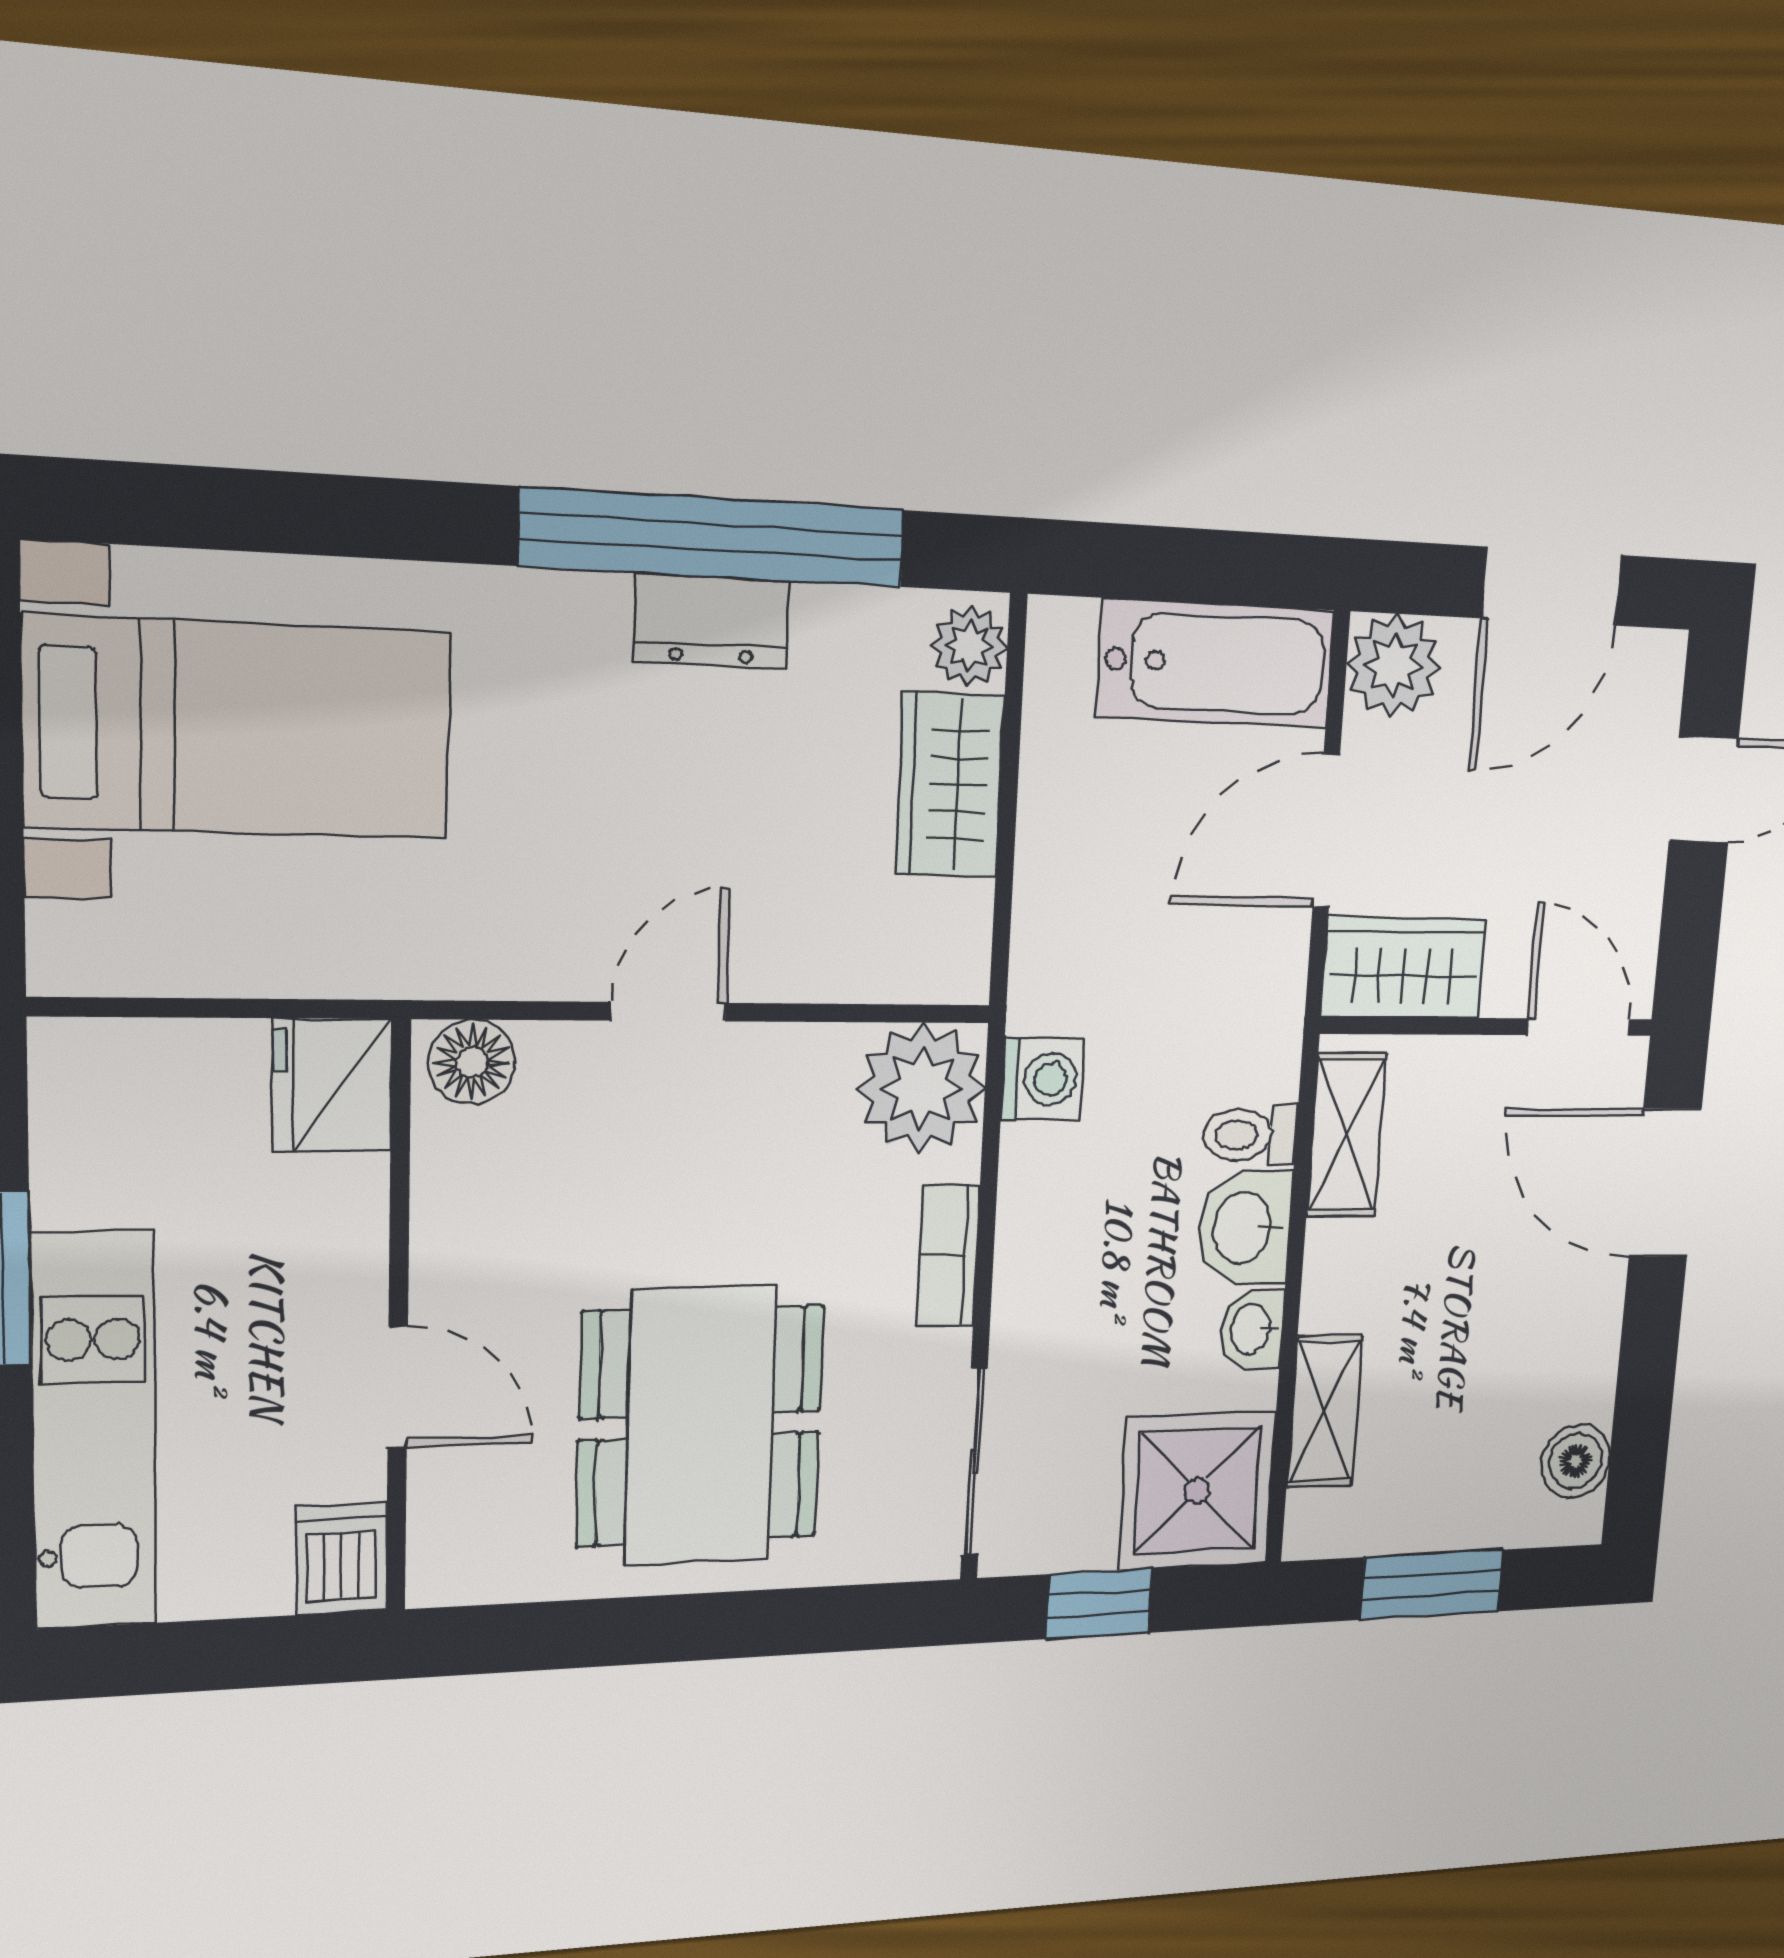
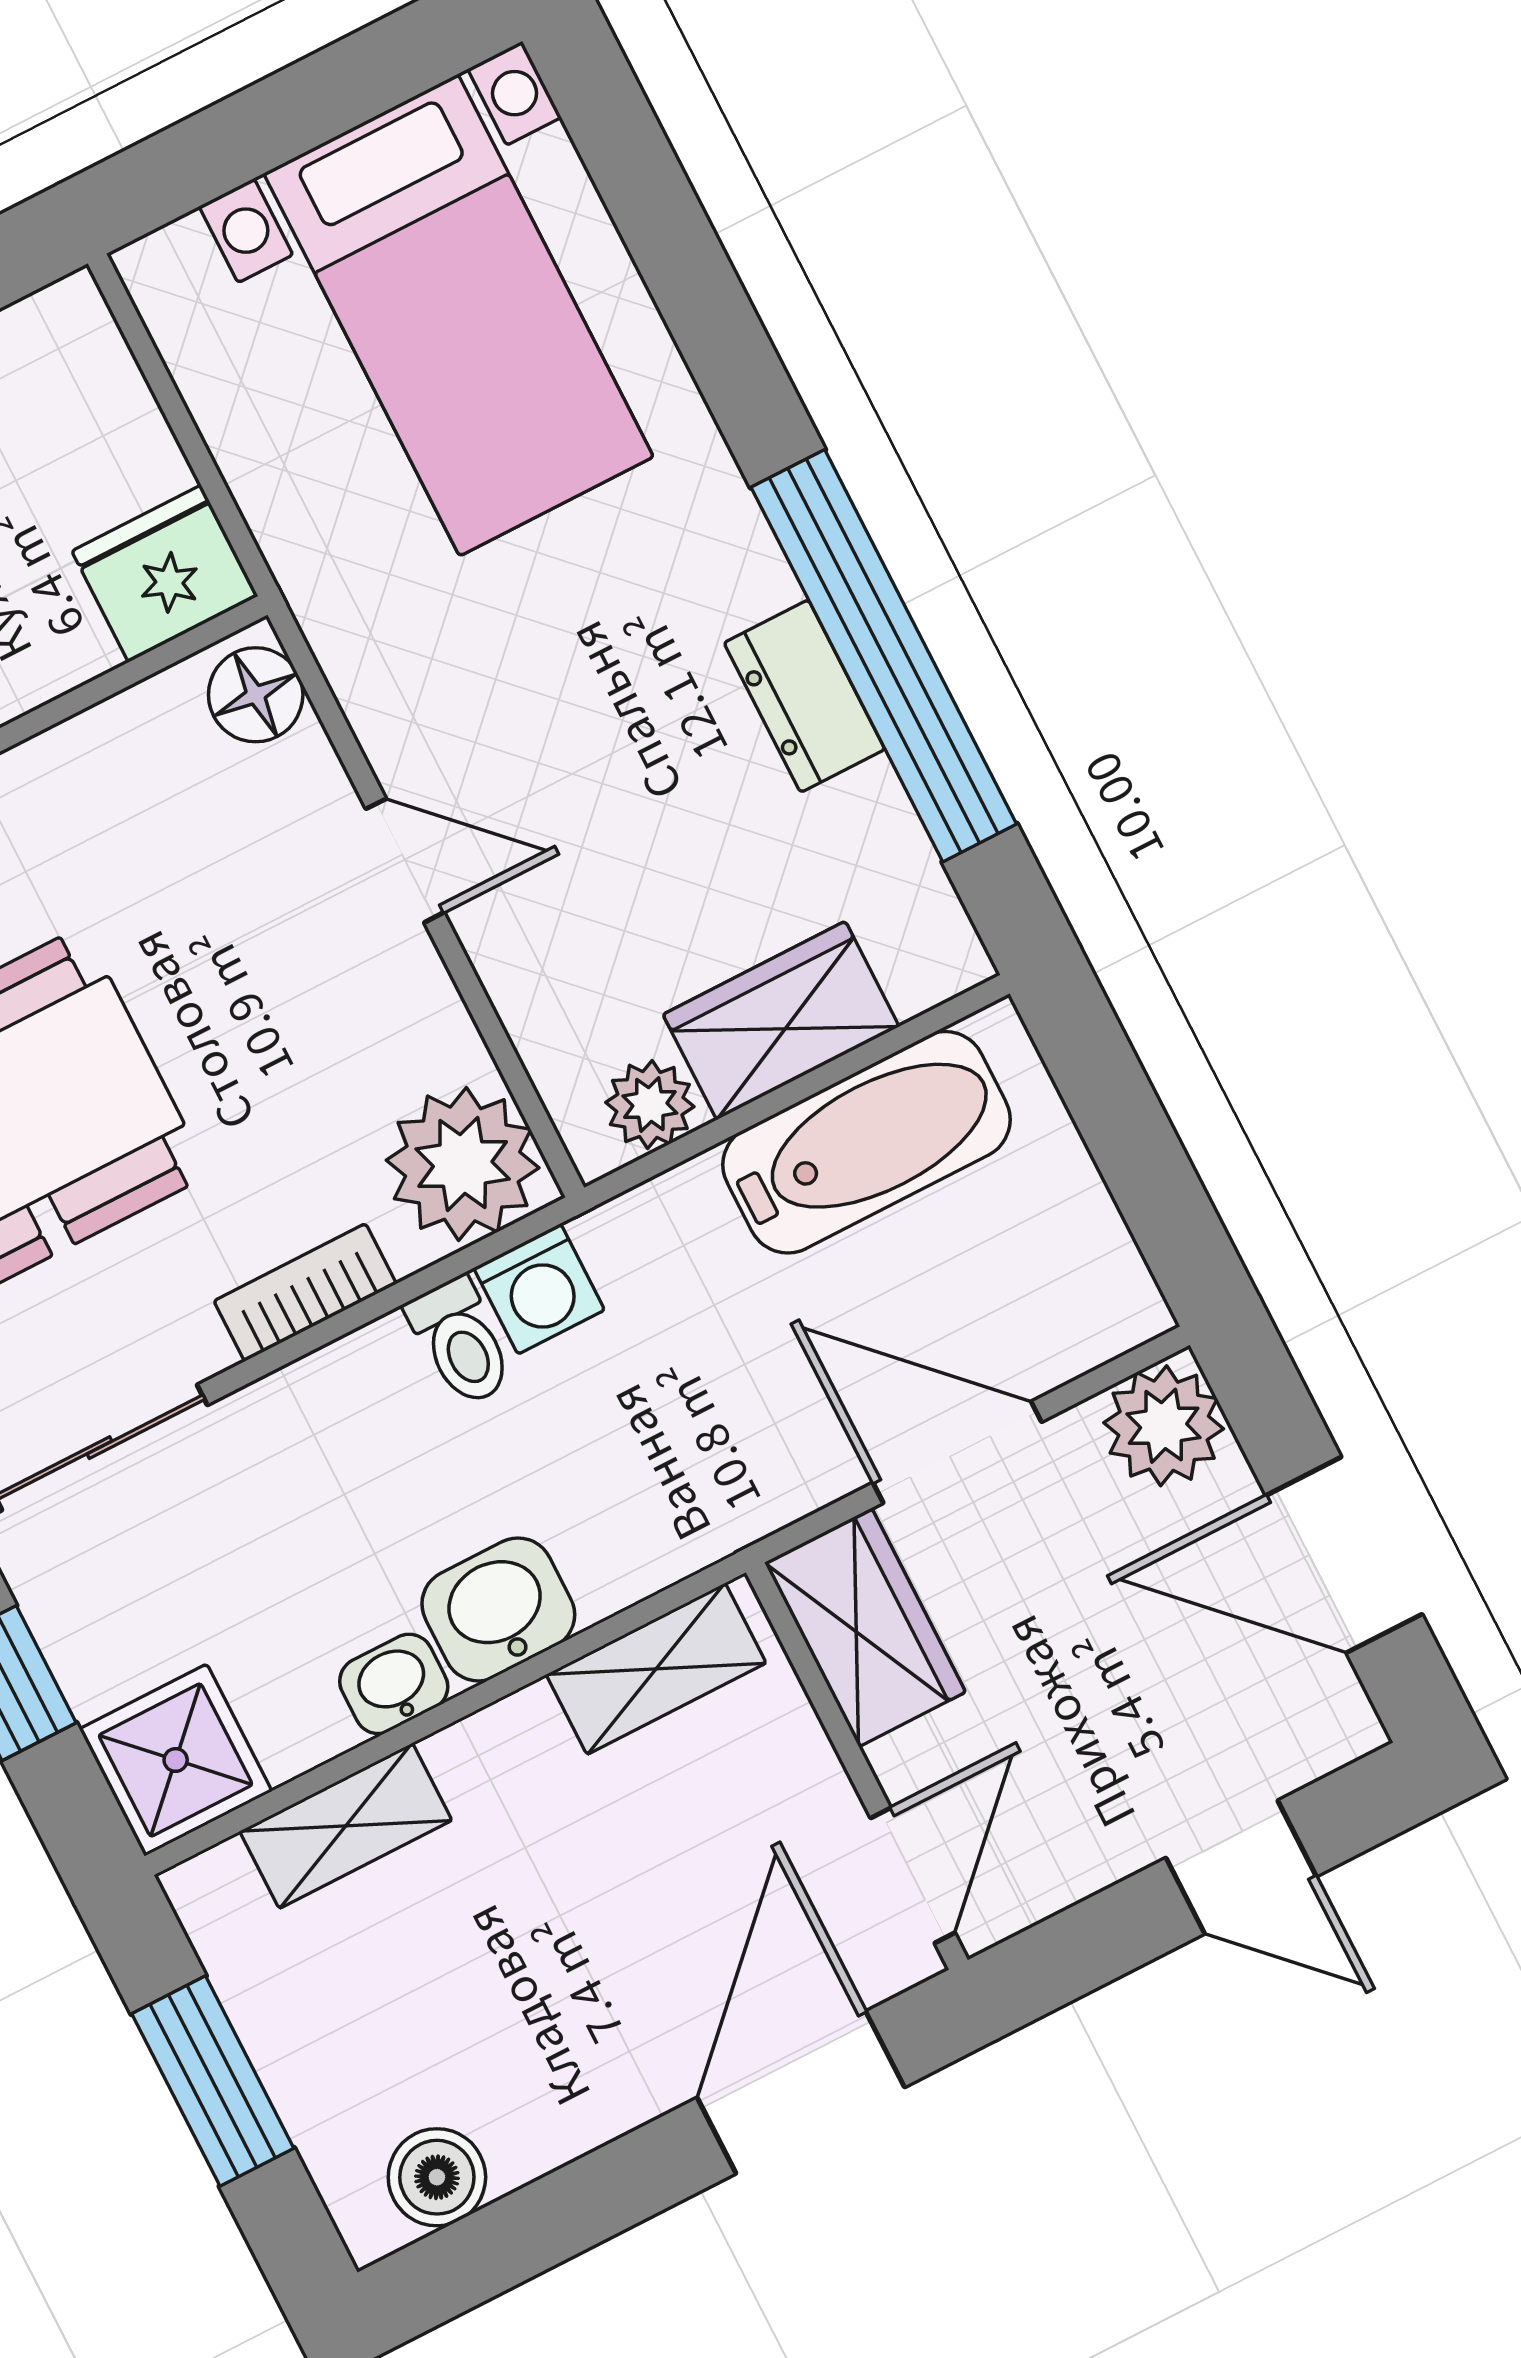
plant: (969, 646) -> (650, 1105), moved
bathtub: (1216, 663) -> (867, 1142), moved, turned -90
toilet: (1250, 1135) -> (461, 1342), moved, turned 180
shower: (1197, 1491) -> (176, 1760), width x0.73, depth x0.73

